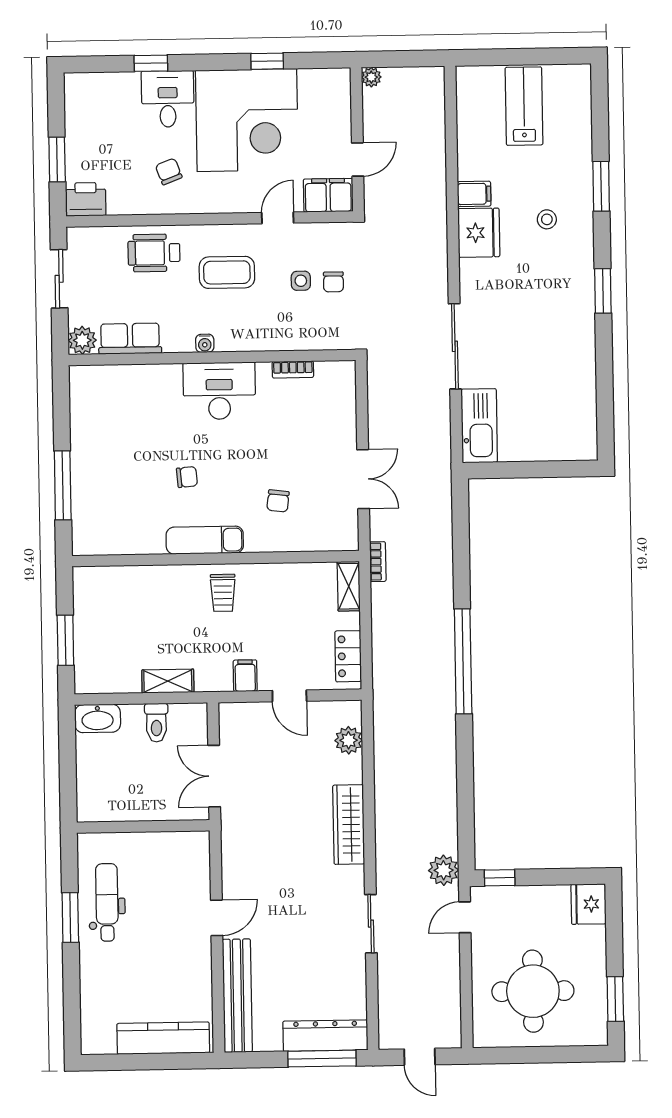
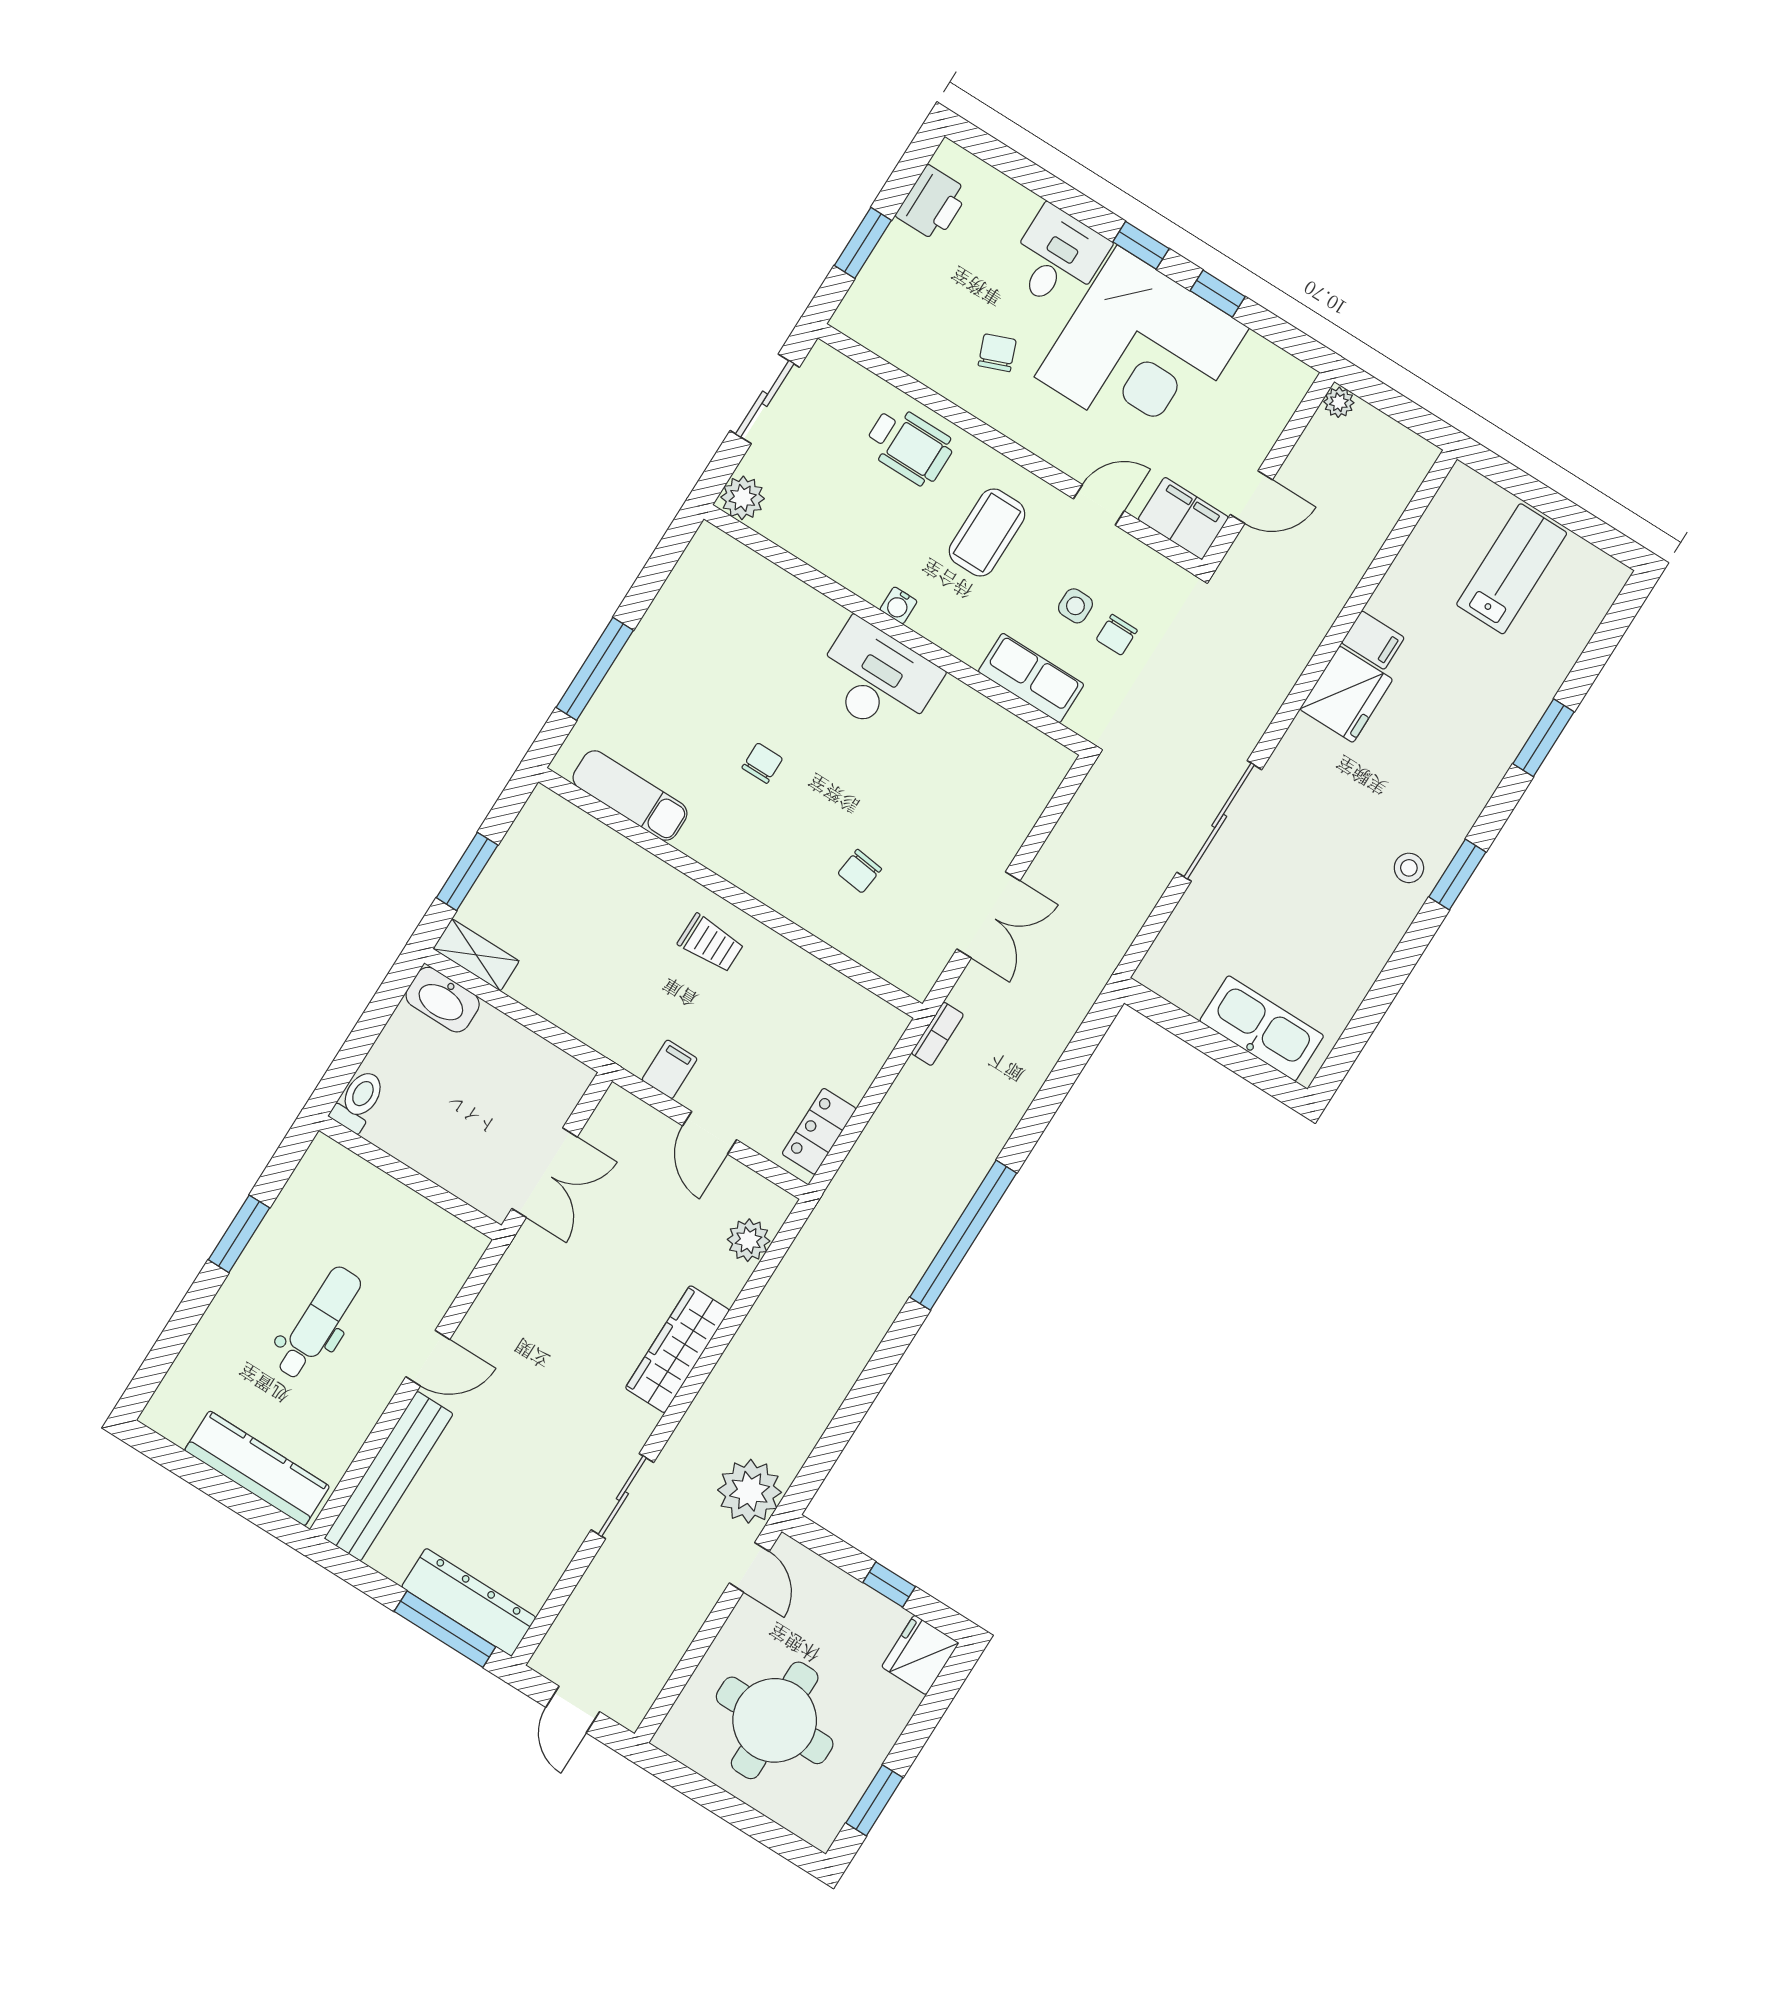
window: (151, 63) -> (1141, 245), moved
printer: (86, 199) -> (932, 203), moved, turned 90
stool: (547, 219) -> (1409, 868), moved
wheelchair: (154, 253) -> (909, 446), turned 180
coffee table: (227, 272) -> (987, 533), turned 90
row of seats: (130, 339) -> (1031, 678), moved
bookcase: (293, 369) -> (990, 714), removed
kitchen sink: (479, 426) -> (1262, 1028), moved, turned -90
chair: (187, 477) -> (762, 763), turned -85
exam couch: (205, 540) -> (630, 796), moved
shelving: (349, 586) -> (879, 1041), removed
trolley: (223, 593) -> (711, 943), turned -90
shelving: (168, 681) -> (476, 955), moved
toilet: (156, 723) -> (359, 1101), moved, turned 180
double door: (214, 776) -> (545, 1173), swing flipped
plant: (444, 870) -> (750, 1491), width x1.36, depth x1.36
window: (500, 878) -> (889, 1584), moved
dental chair: (107, 902) -> (318, 1323), moved
door: (465, 917) -> (749, 1567), swing flipped

